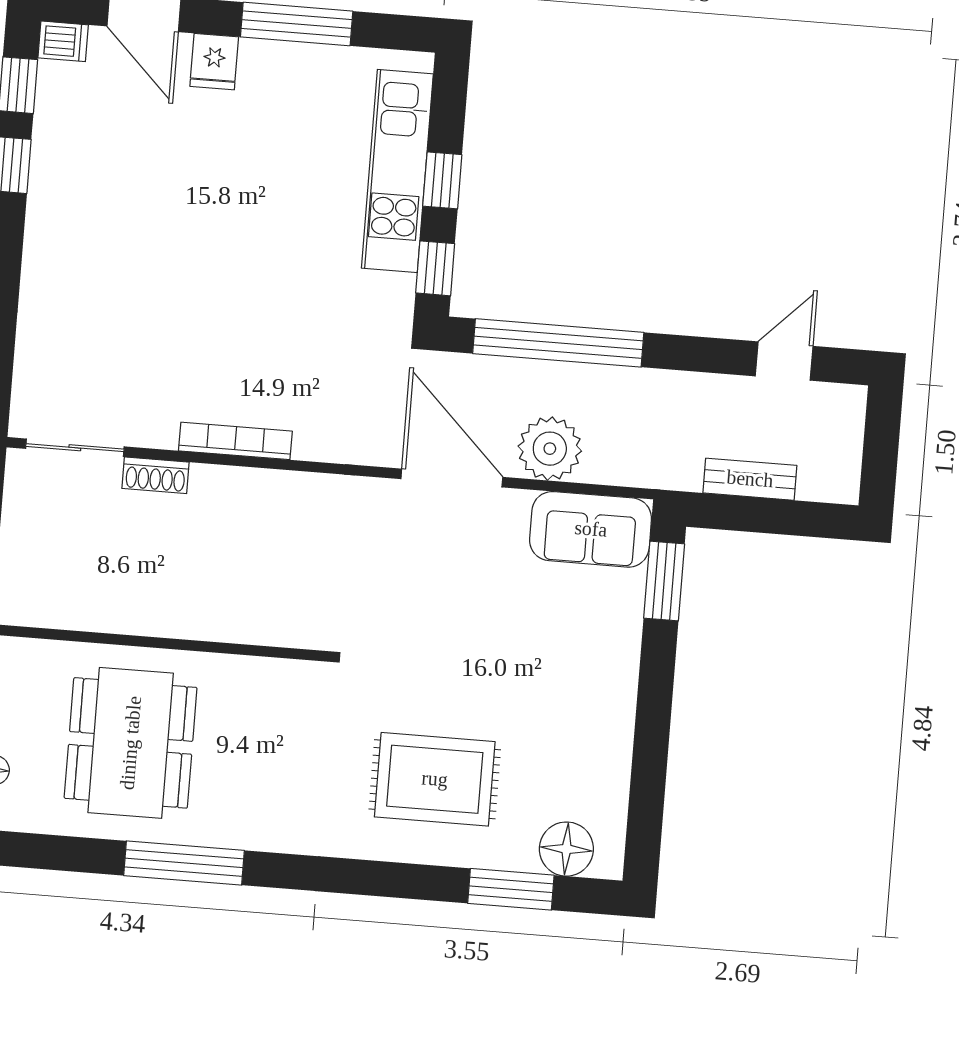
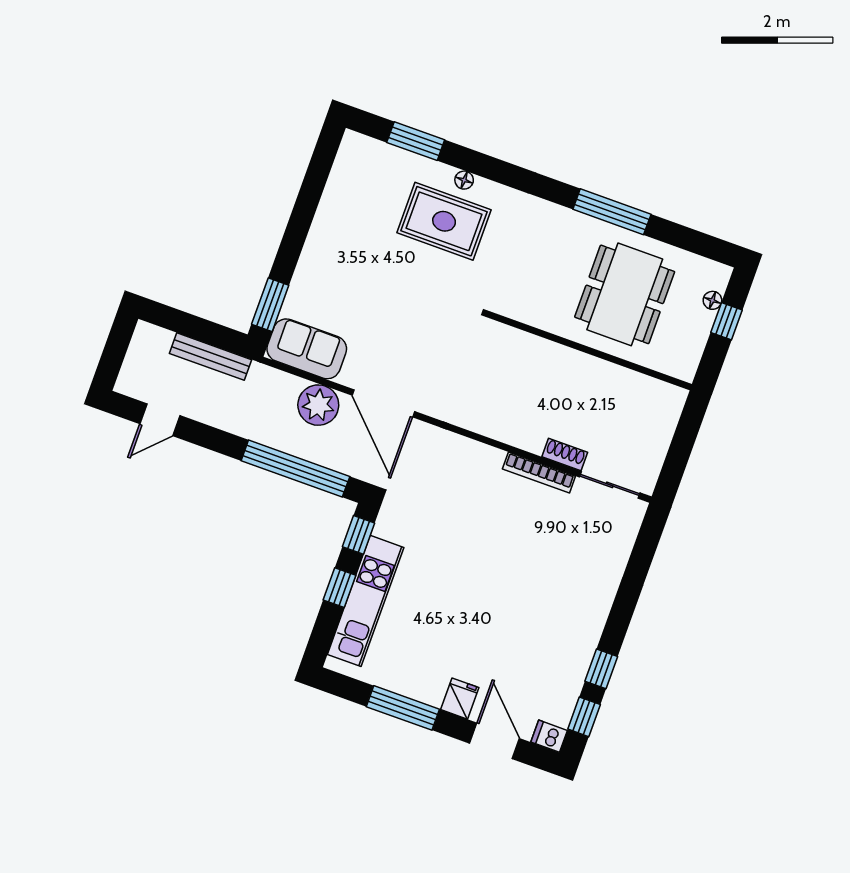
bookcase: (235, 441) -> (539, 473), moved
bench: (750, 479) -> (211, 357), width x1.36
floor lamp: (566, 849) -> (464, 180), moved, width x0.53, depth x0.53

